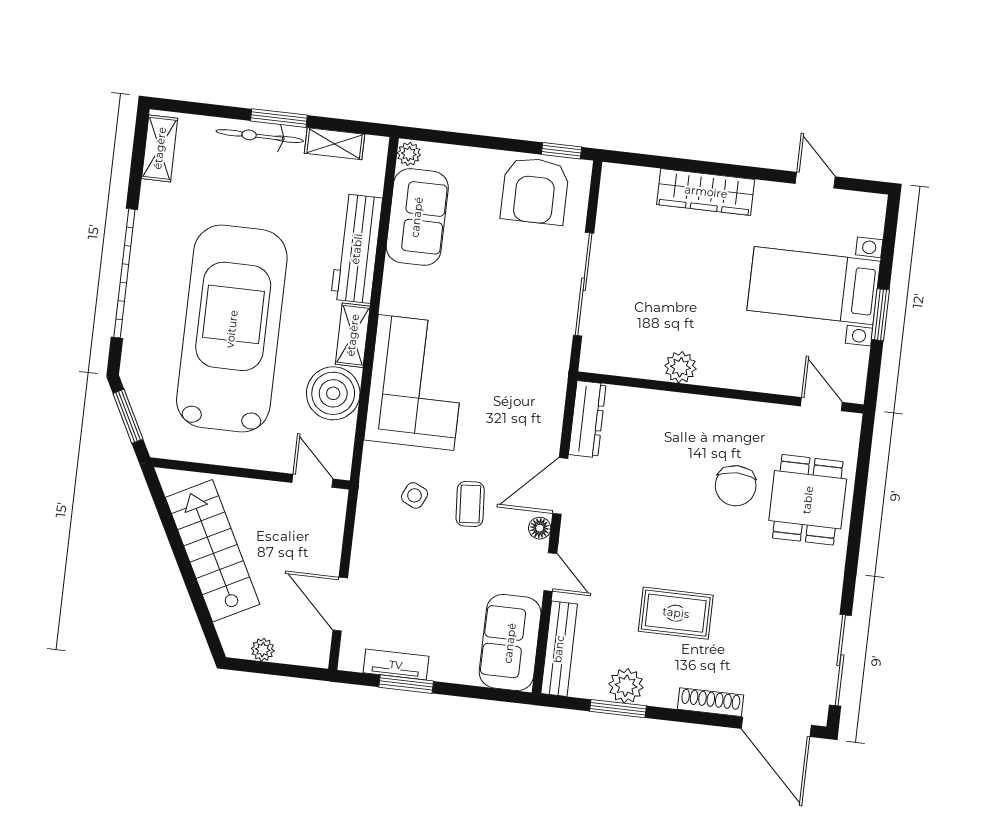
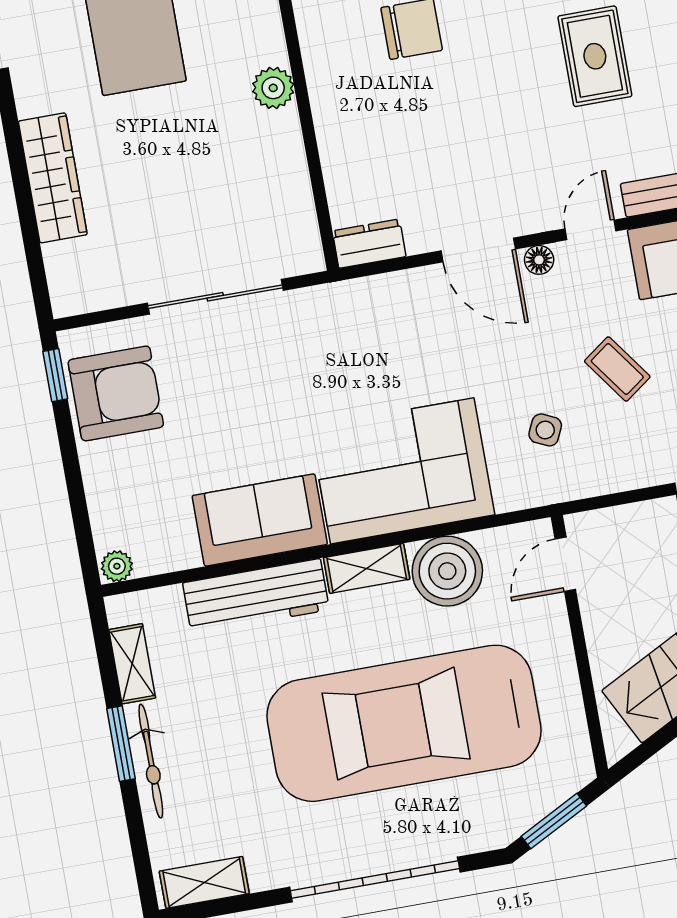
sofa: (417, 217) -> (260, 520), moved
plant: (680, 367) -> (273, 88), moved
dresser: (587, 419) -> (369, 244), width x0.70
coffee table: (470, 504) -> (617, 369), moved, turned 58

